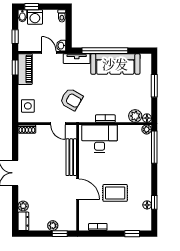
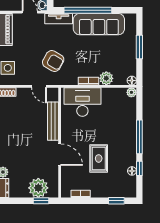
plant: (135, 116) -> (106, 78), moved
window: (154, 147) -> (139, 137), moved
rug: (115, 193) -> (99, 158), turned 90
plant: (53, 226) -> (38, 188), width x1.88, depth x1.88

